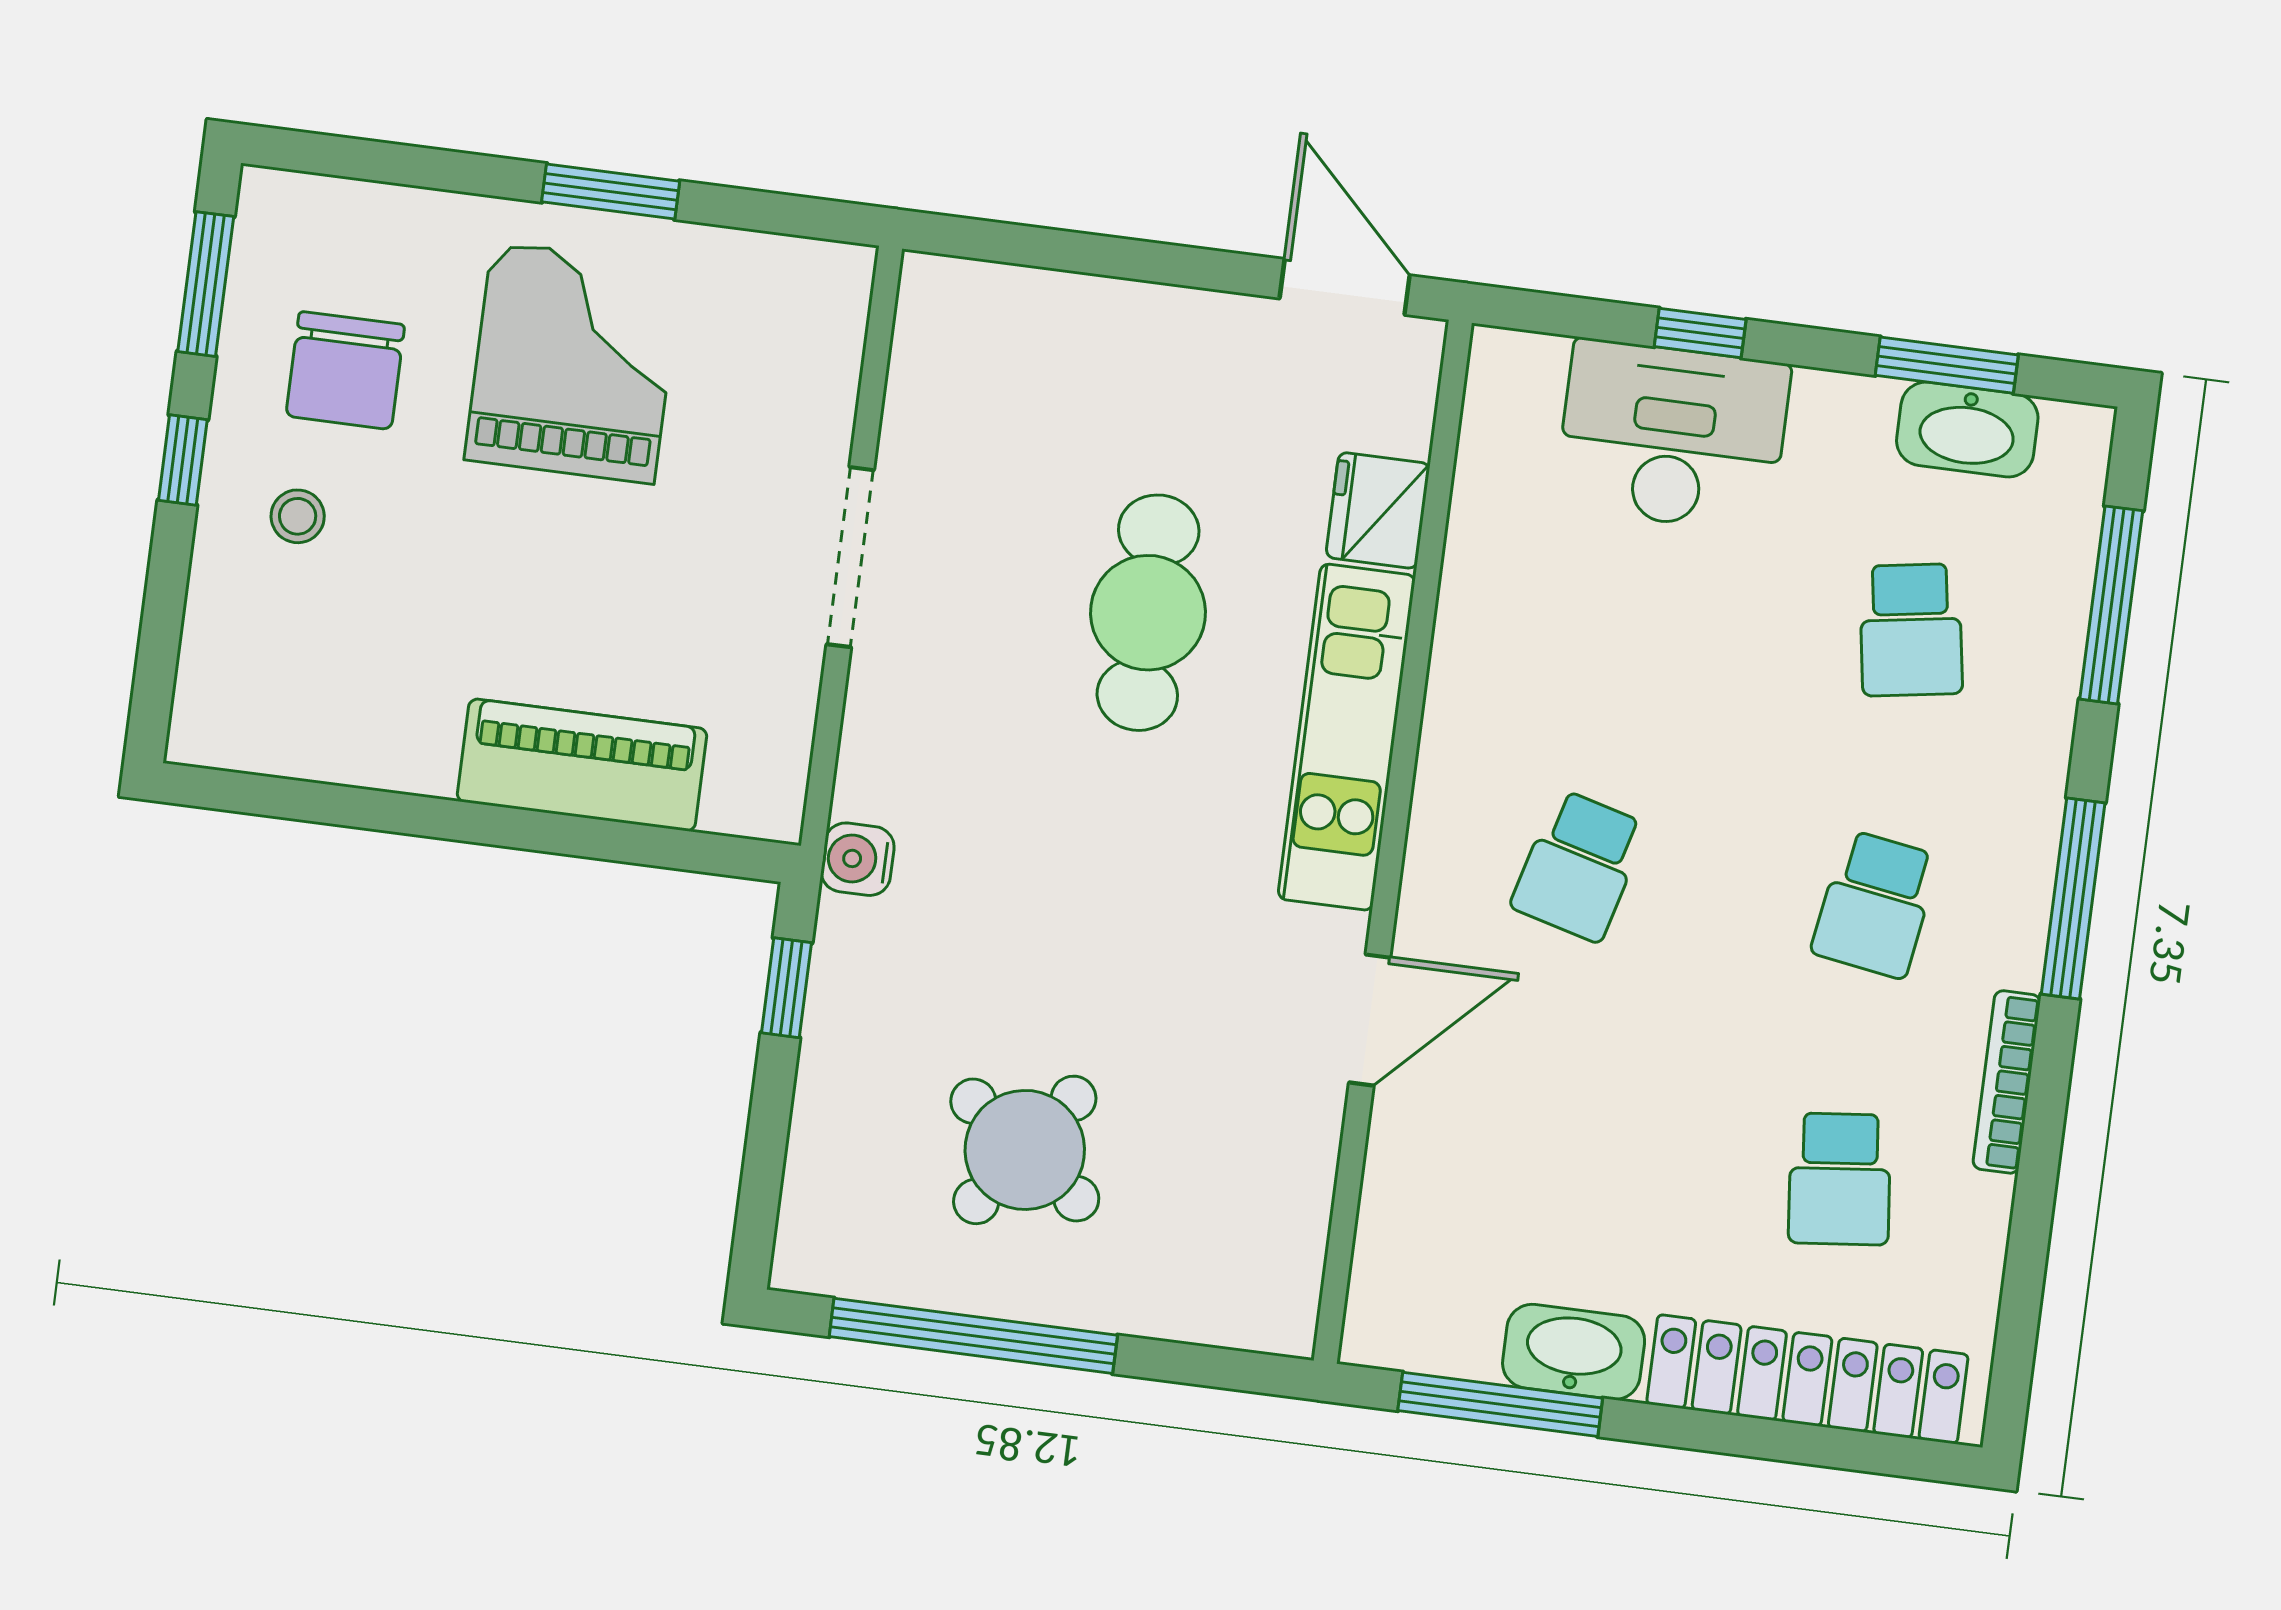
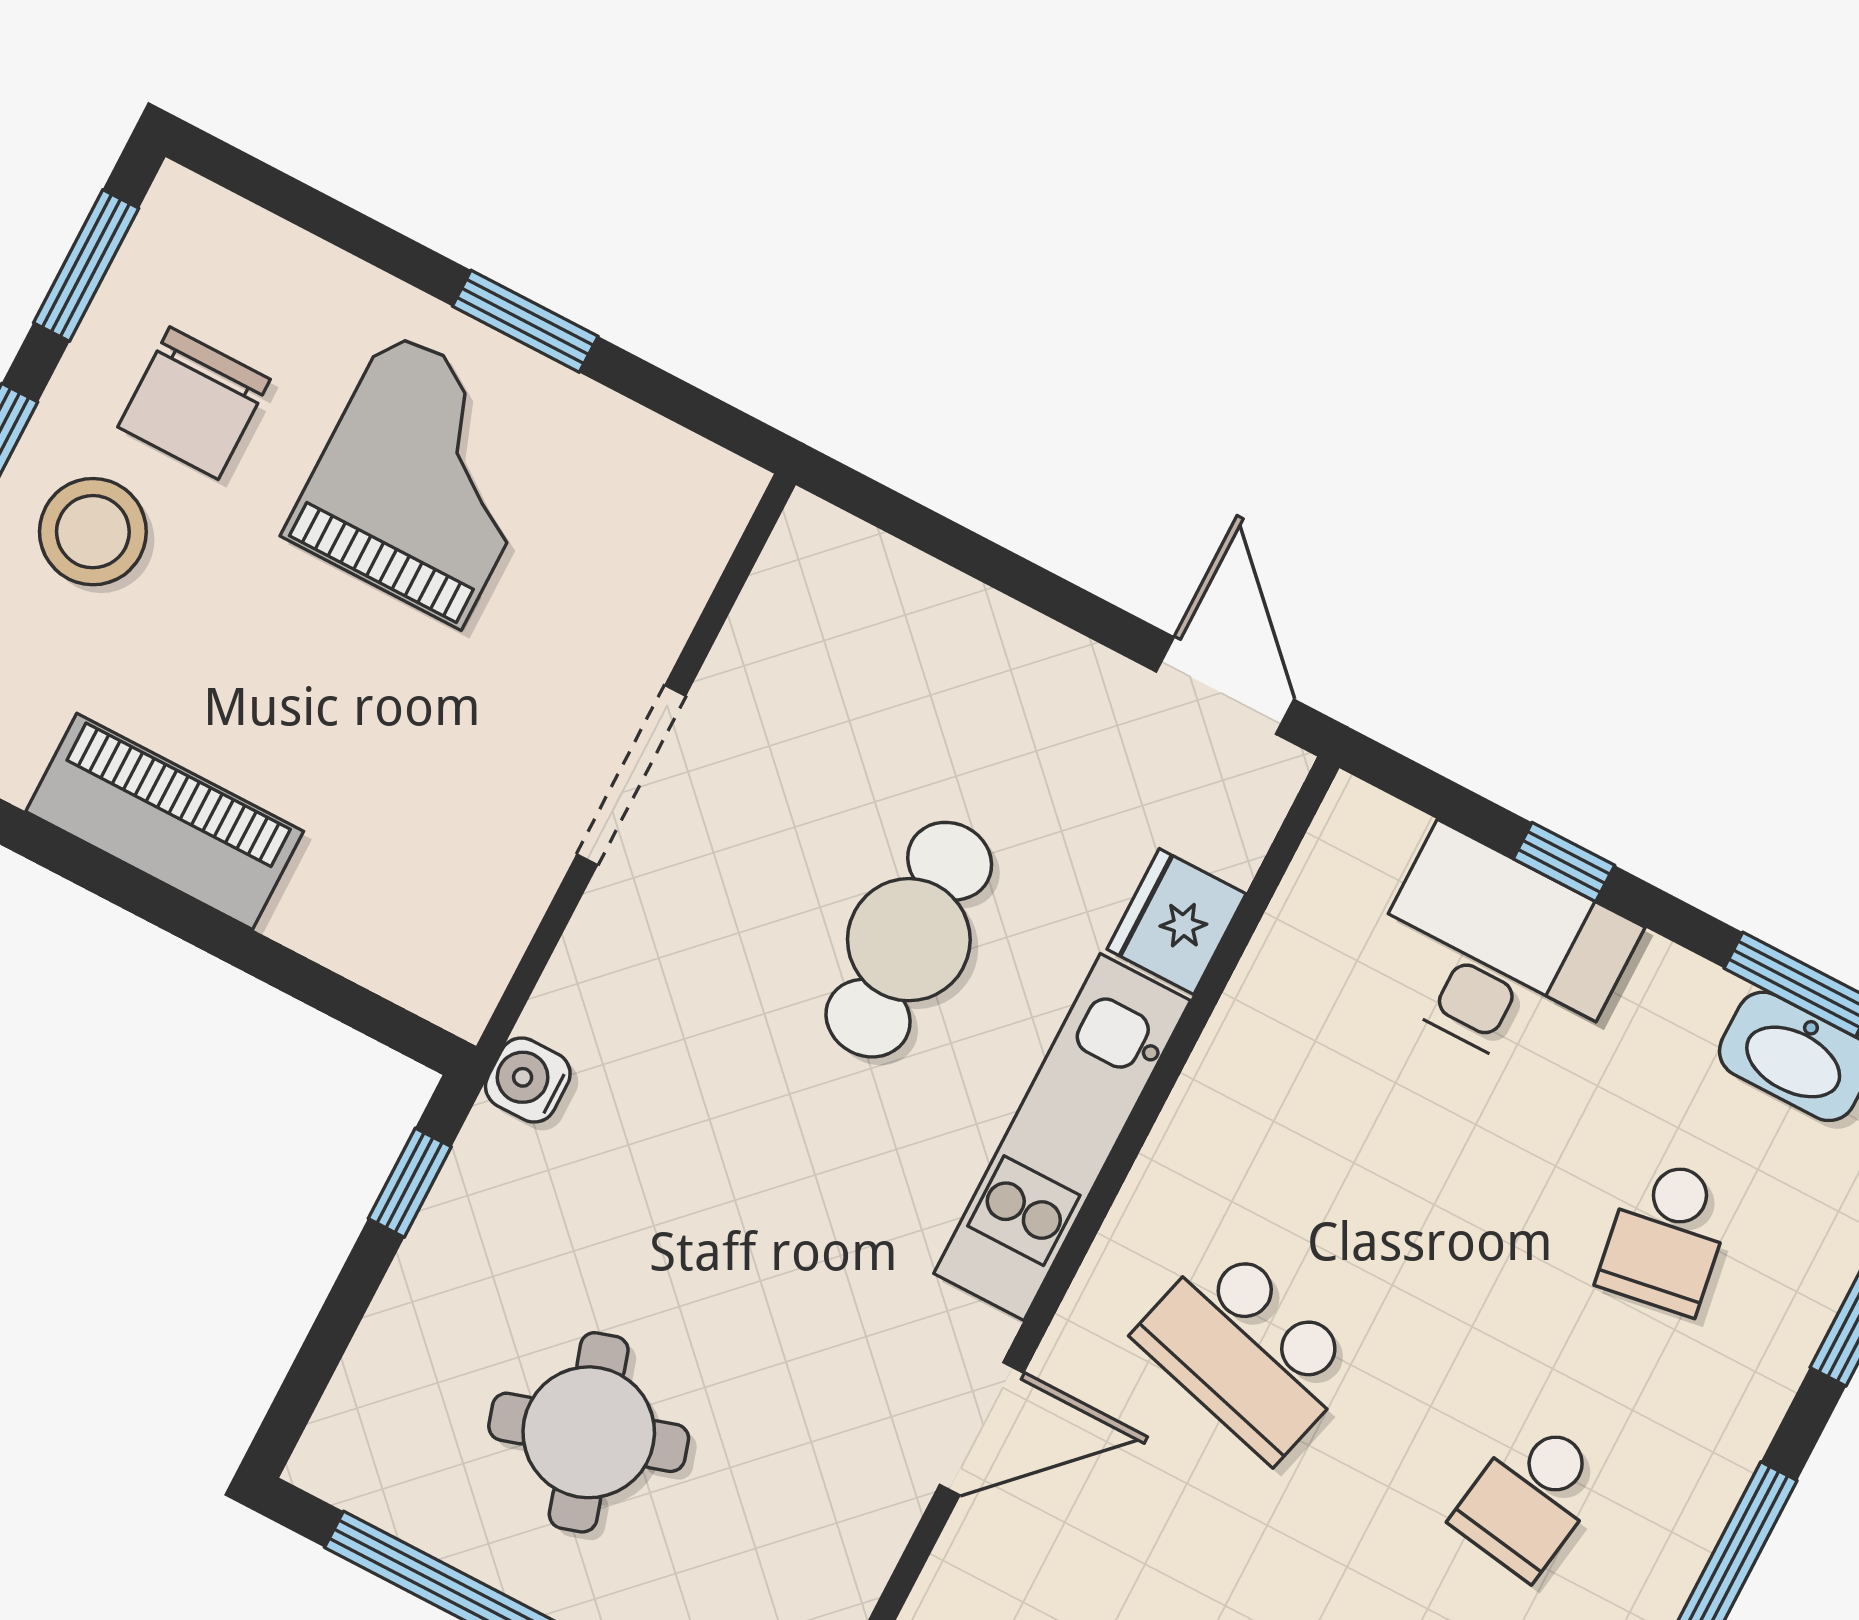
stool: (298, 516) -> (93, 532), width x1.89, depth x1.89
piano: (582, 765) -> (165, 821), moved
school desk: (1579, 866) -> (1247, 1351), width x1.85
round table: (1025, 1150) -> (589, 1432), turned 37

